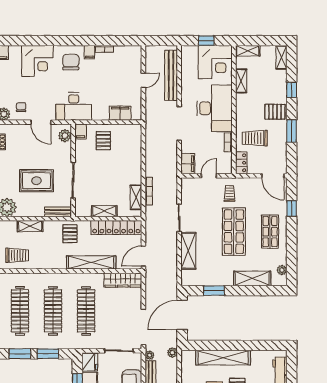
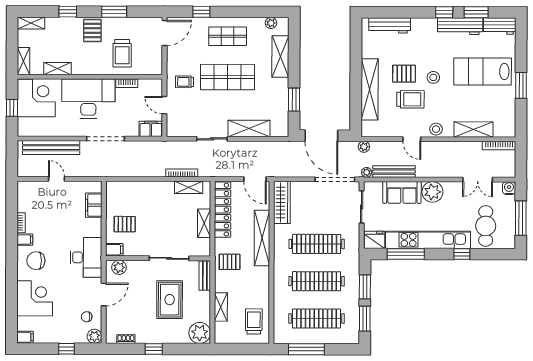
locker: (241, 163) -> (150, 69), removed

